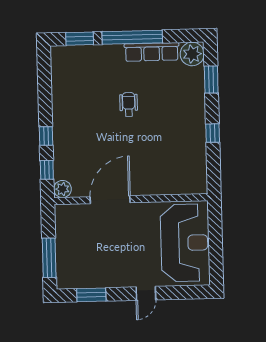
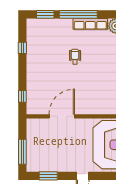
window: (46, 136) -> (22, 48), moved
plant: (62, 189) -> (32, 109), removed

